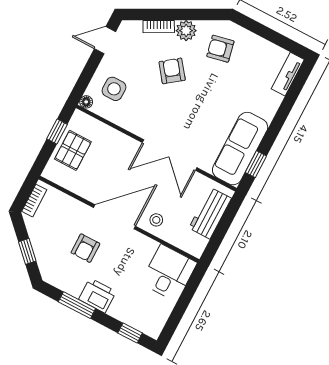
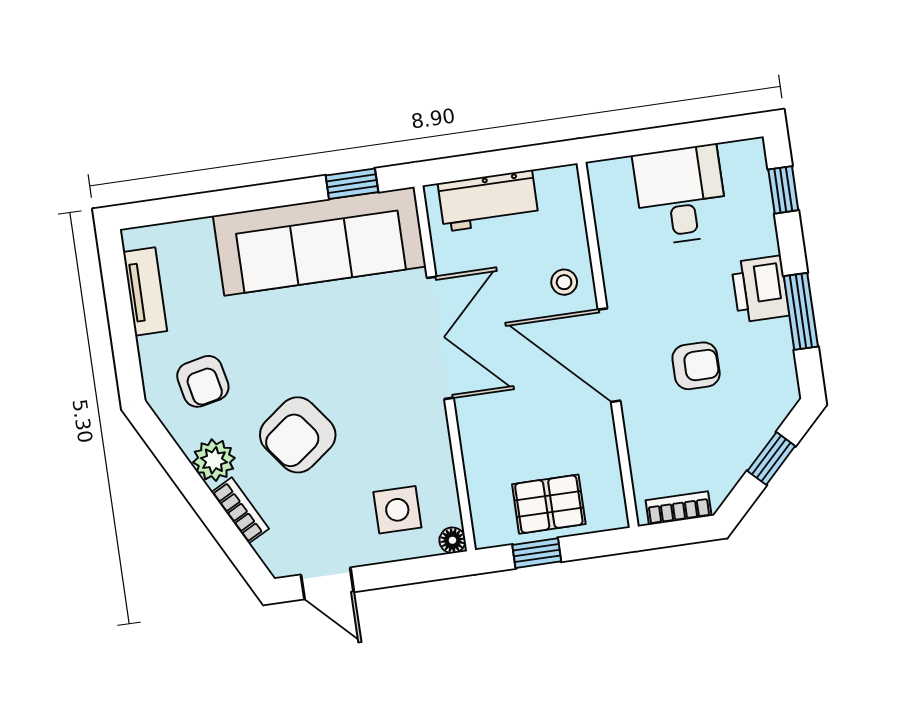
armchair: (172, 71) -> (298, 435), width x1.38, depth x1.38
tv unit: (288, 74) -> (145, 291), moved, turned -90
sofa: (240, 149) -> (320, 241), width x1.36, depth x1.27
desk: (169, 273) -> (681, 195), moved, turned 90

